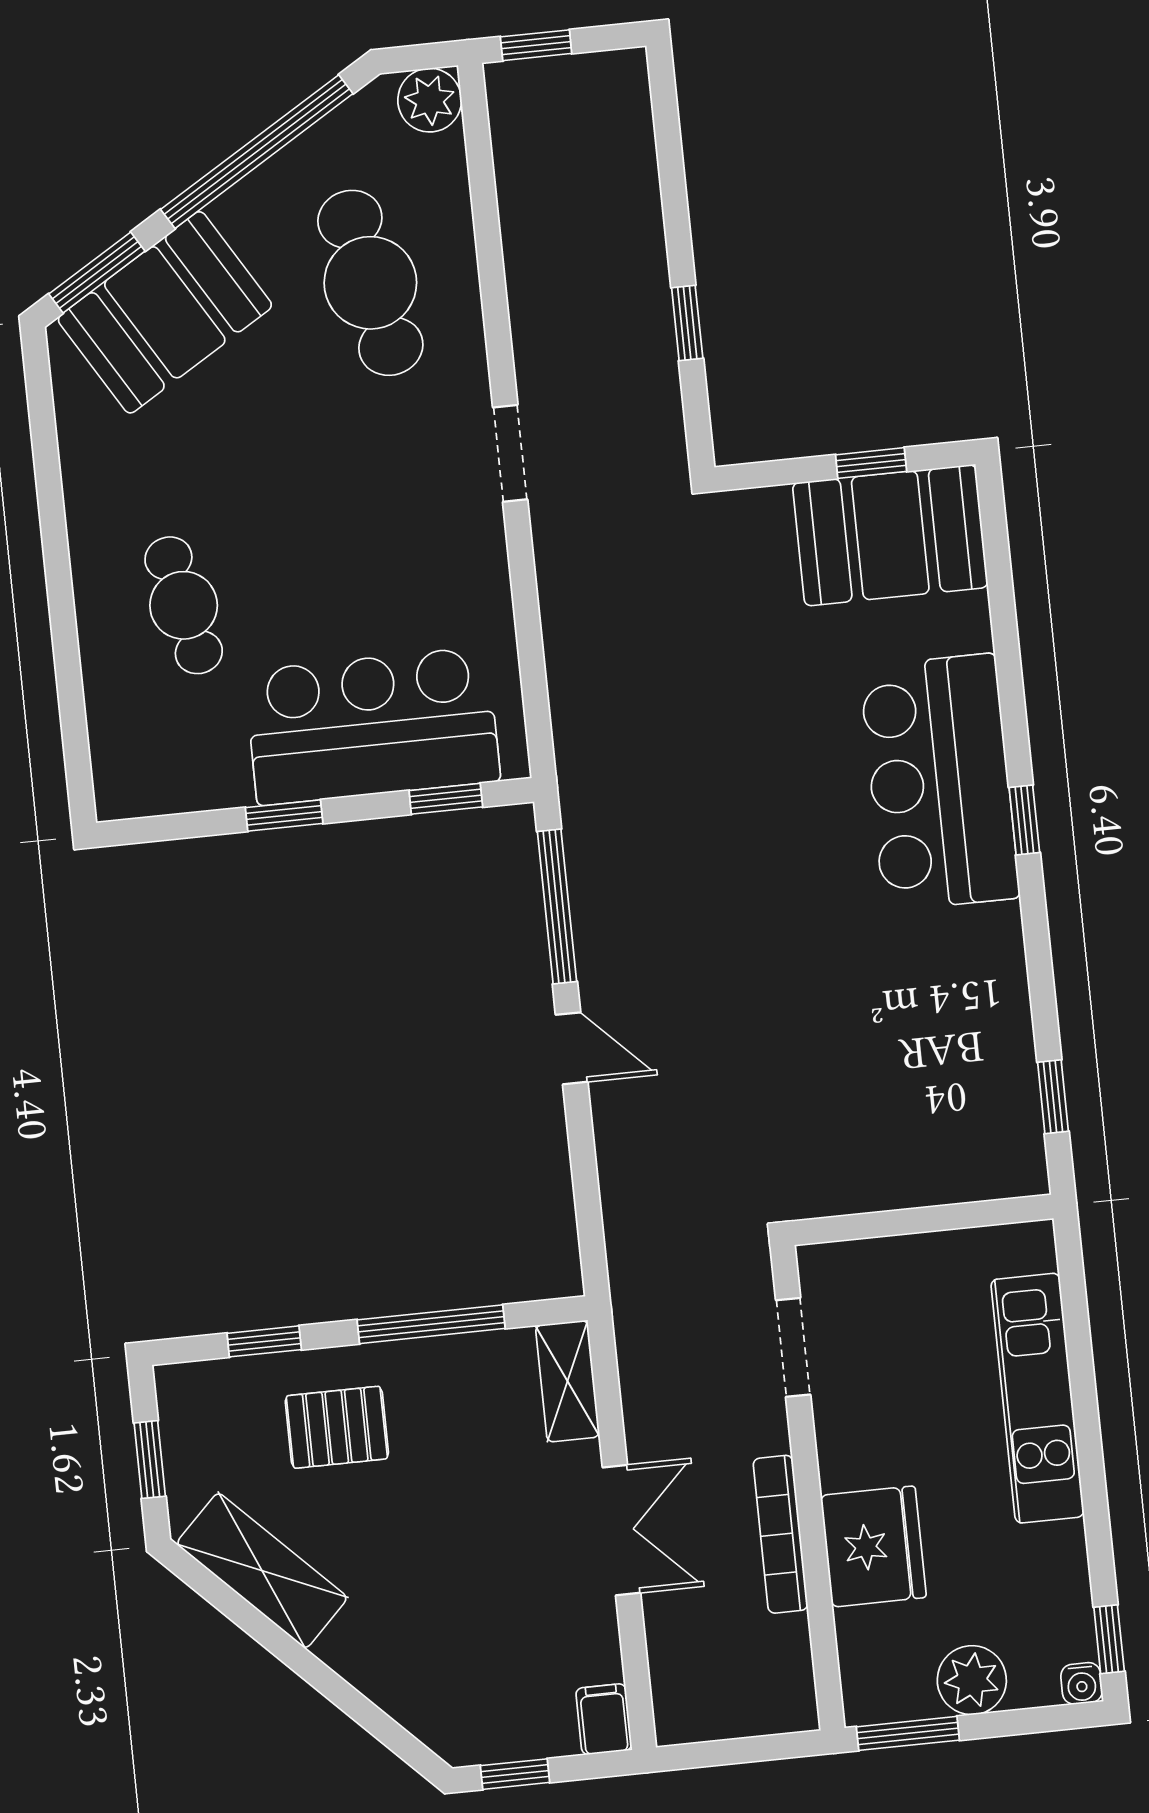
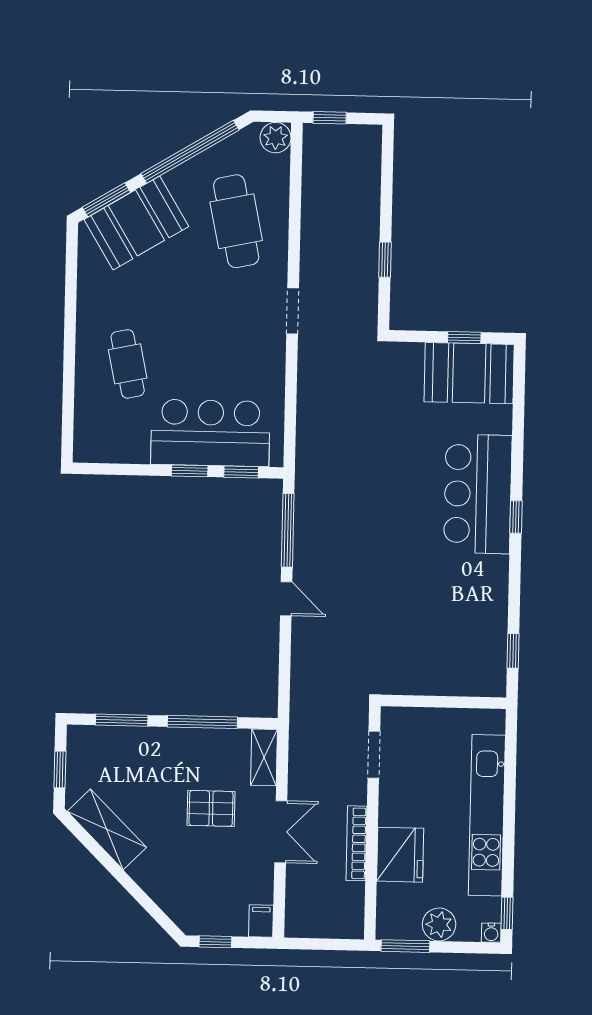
window: (284, 815) -> (190, 471), moved
window: (264, 1341) -> (122, 720), width x1.50
kitchen unit: (1037, 1398) -> (487, 815), width x1.36
pallet: (337, 1427) -> (211, 808), moved

